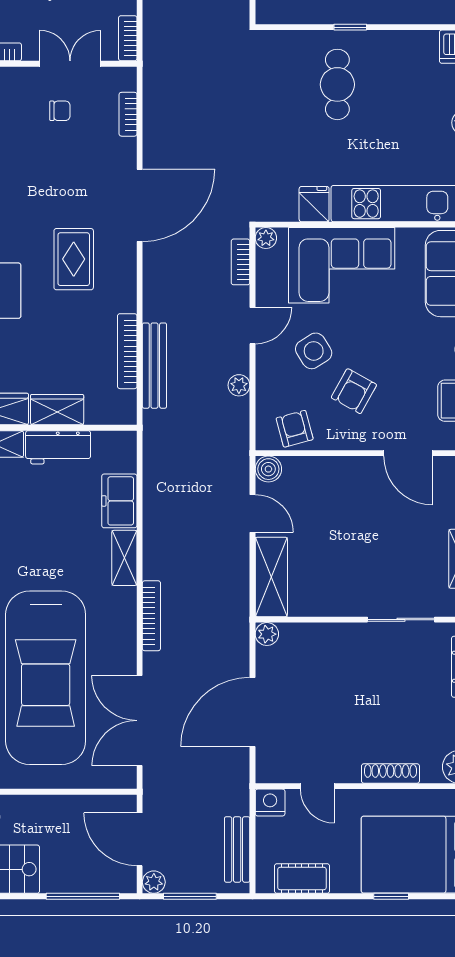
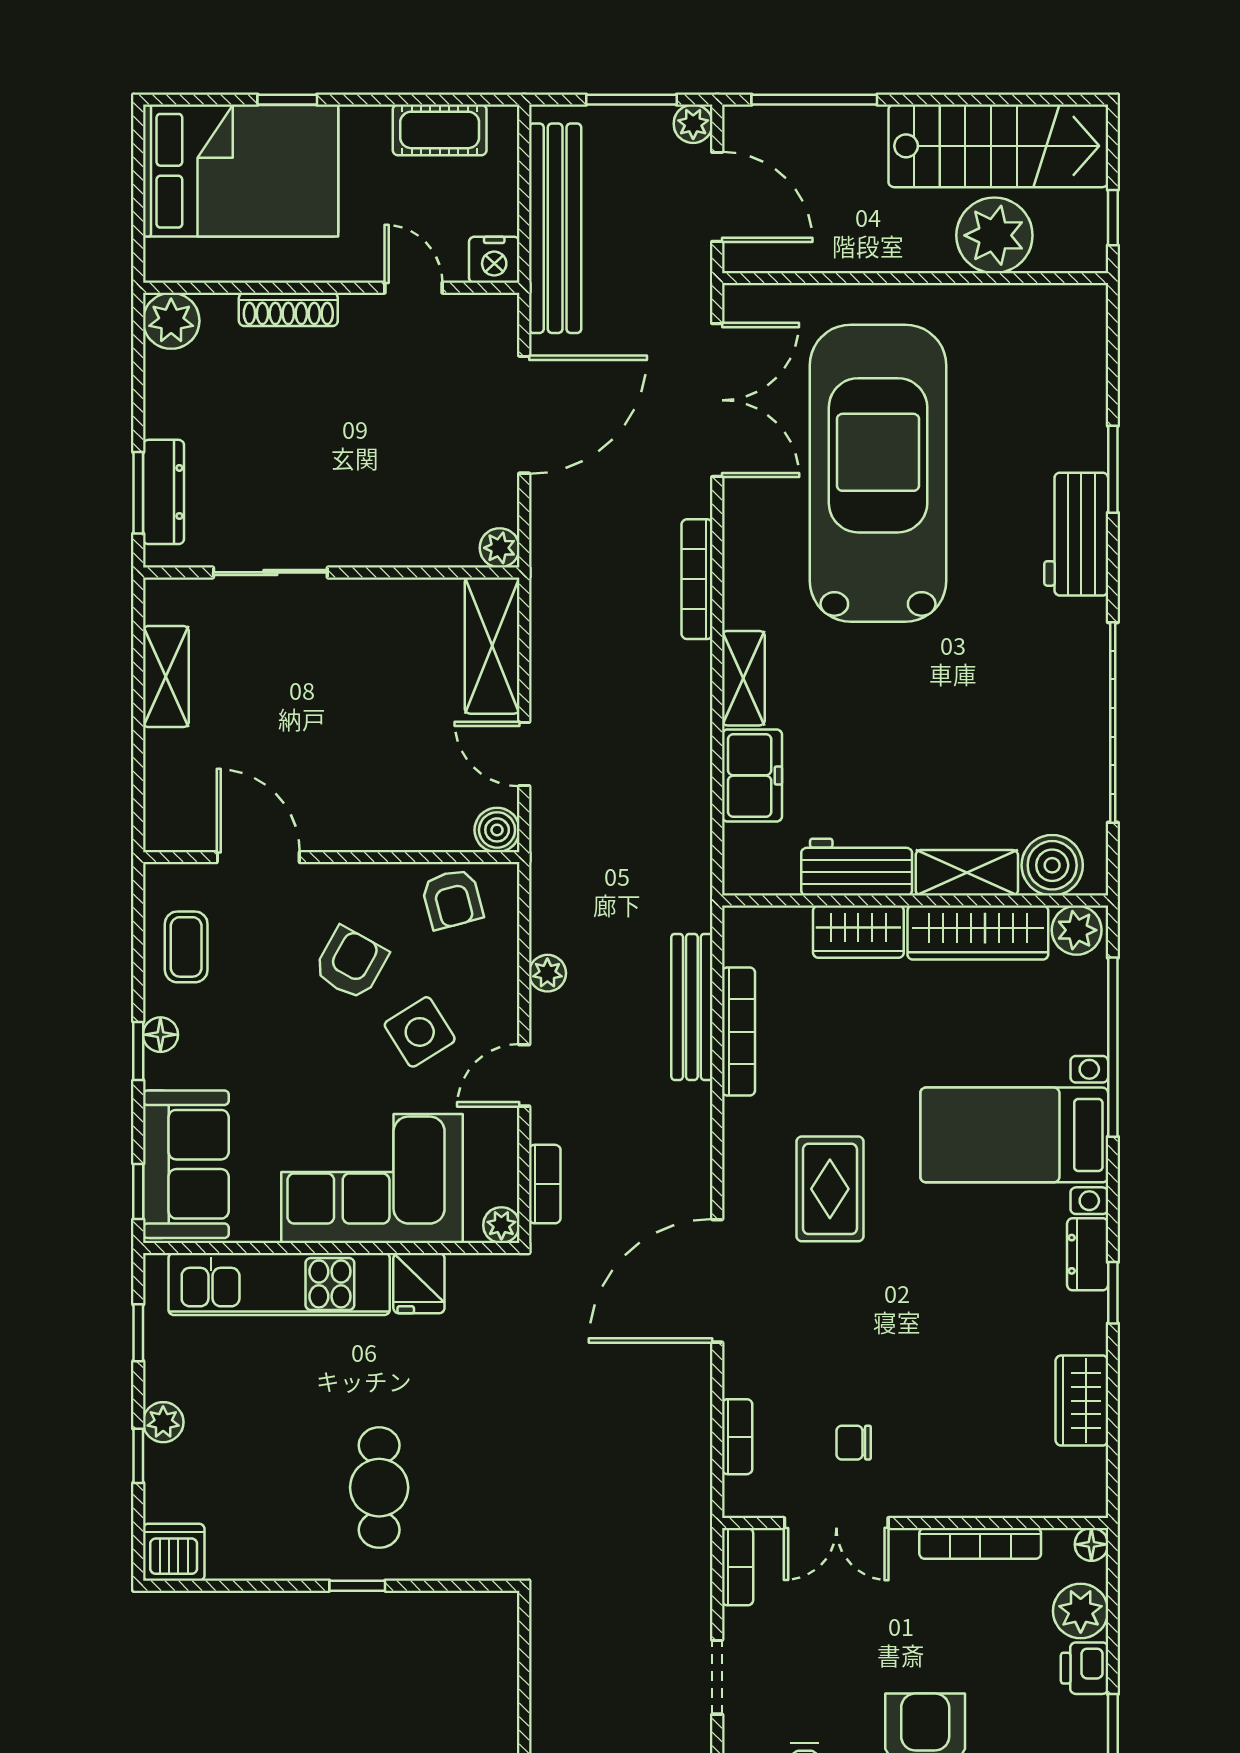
bench: (237, 849) -> (555, 228), width x1.86, depth x1.21

